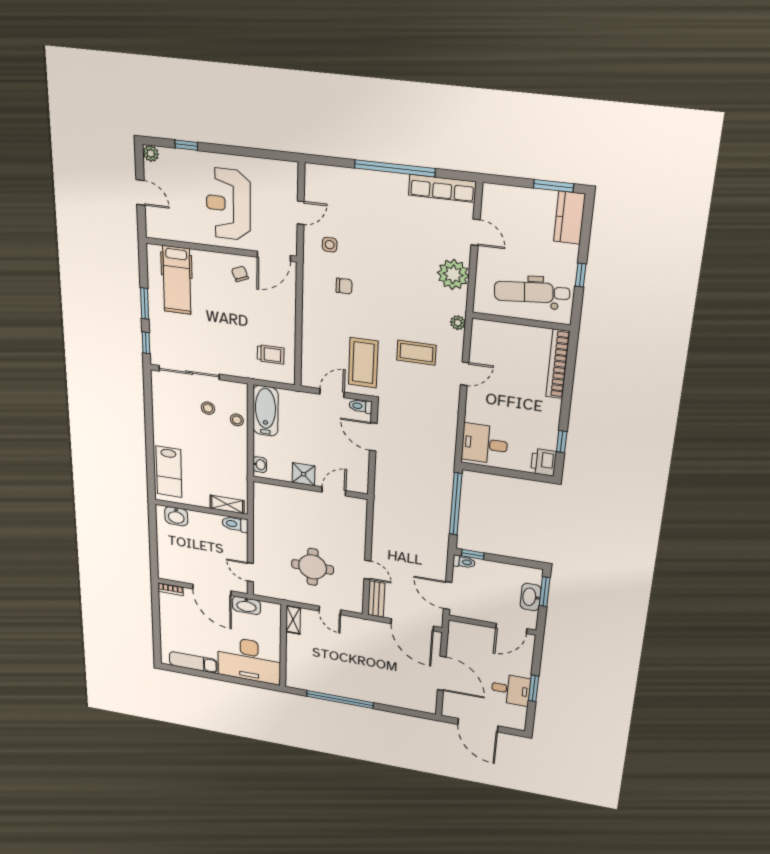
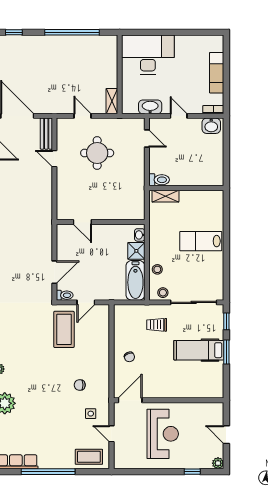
door: (301, 213) -> (111, 434), hinge flipped
chair: (240, 274) -> (129, 357), moved
hospital bed: (177, 280) -> (199, 350), moved, turned -90
coffee table: (416, 353) -> (89, 457), moved
trolley: (271, 354) -> (157, 325), moved
stool: (208, 408) -> (163, 293), moved
door: (373, 437) -> (54, 272), hinge flipped
lab bench: (169, 472) -> (201, 241), moved, turned -90
shower: (304, 474) -> (136, 251), moved
door: (334, 491) -> (82, 222), hinge flipped
washbasin: (176, 516) -> (211, 126), moved, turned 180
door: (212, 590) -> (179, 116), width x0.53
exam couch: (193, 662) -> (217, 73), moved, turned 90
window: (411, 713) -> (14, 32), added

